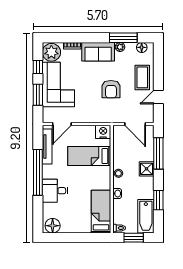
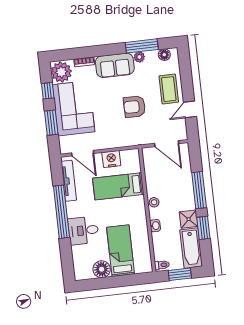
armchair: (111, 89) -> (134, 107), turned 90
door: (62, 124) -> (83, 153), hinge flipped
nightstand: (103, 132) -> (111, 159), moved
window: (158, 153) -> (199, 190), moved
shower: (147, 169) -> (189, 219), moved
bed: (101, 212) -> (121, 251), moved
floor lamp: (53, 226) -> (102, 269), moved

